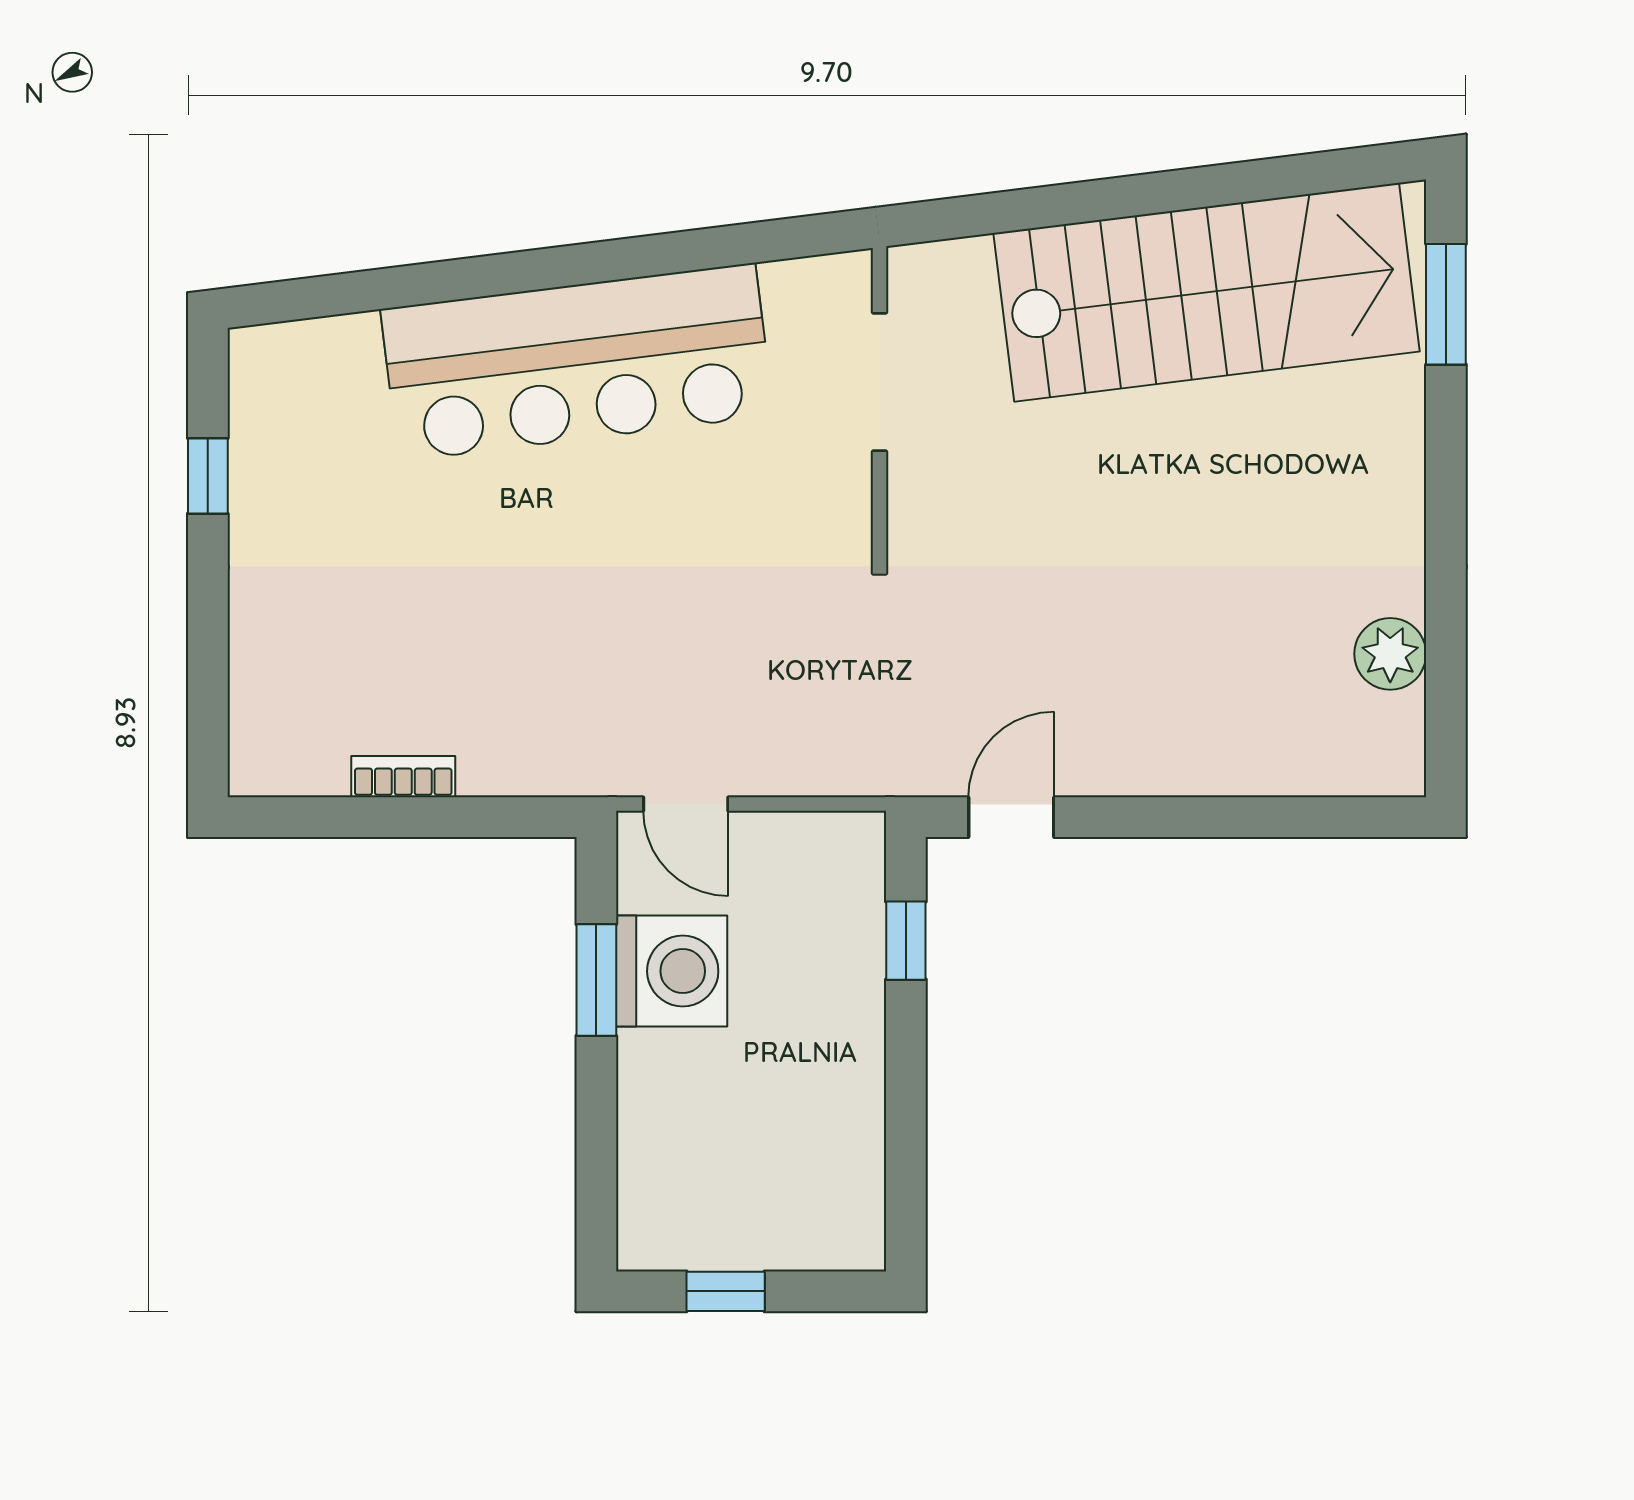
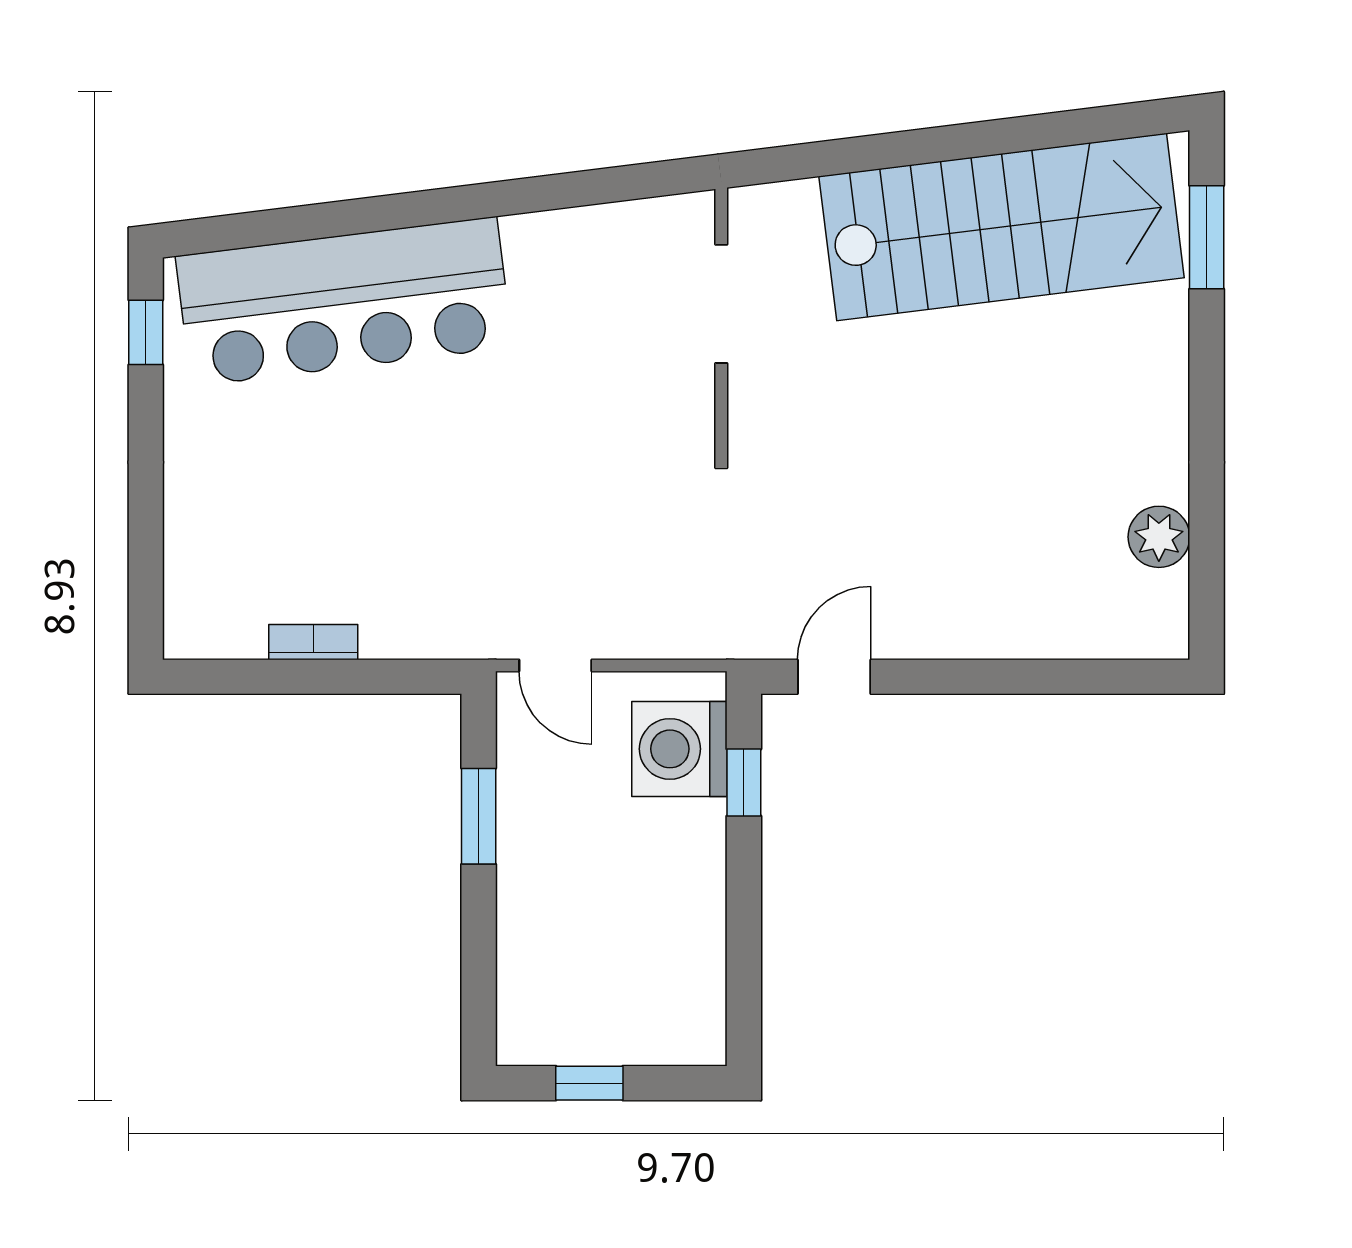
bar counter: (577, 362) -> (344, 302), moved
window: (208, 476) -> (146, 332), moved
washing machine: (672, 971) -> (679, 749), moved, turned 180

